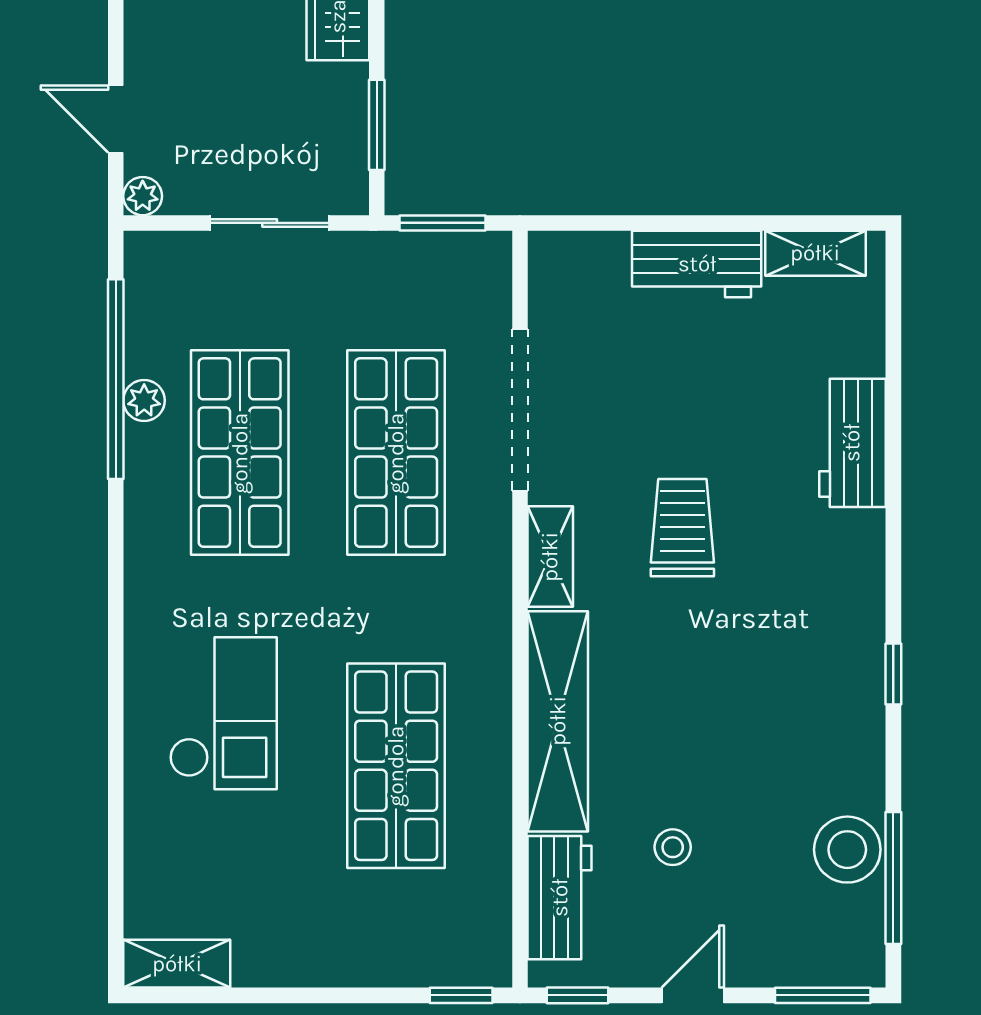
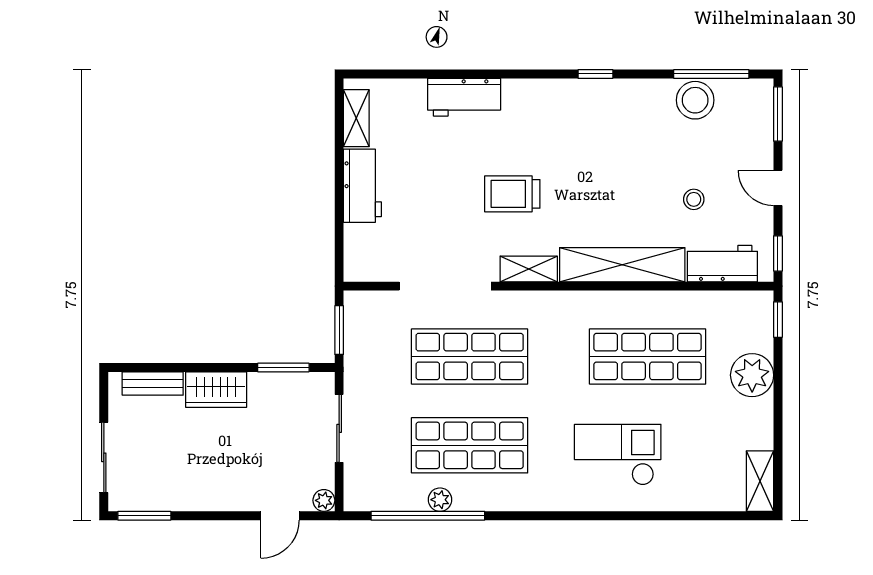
plant: (363, 950) -> (752, 375), added

